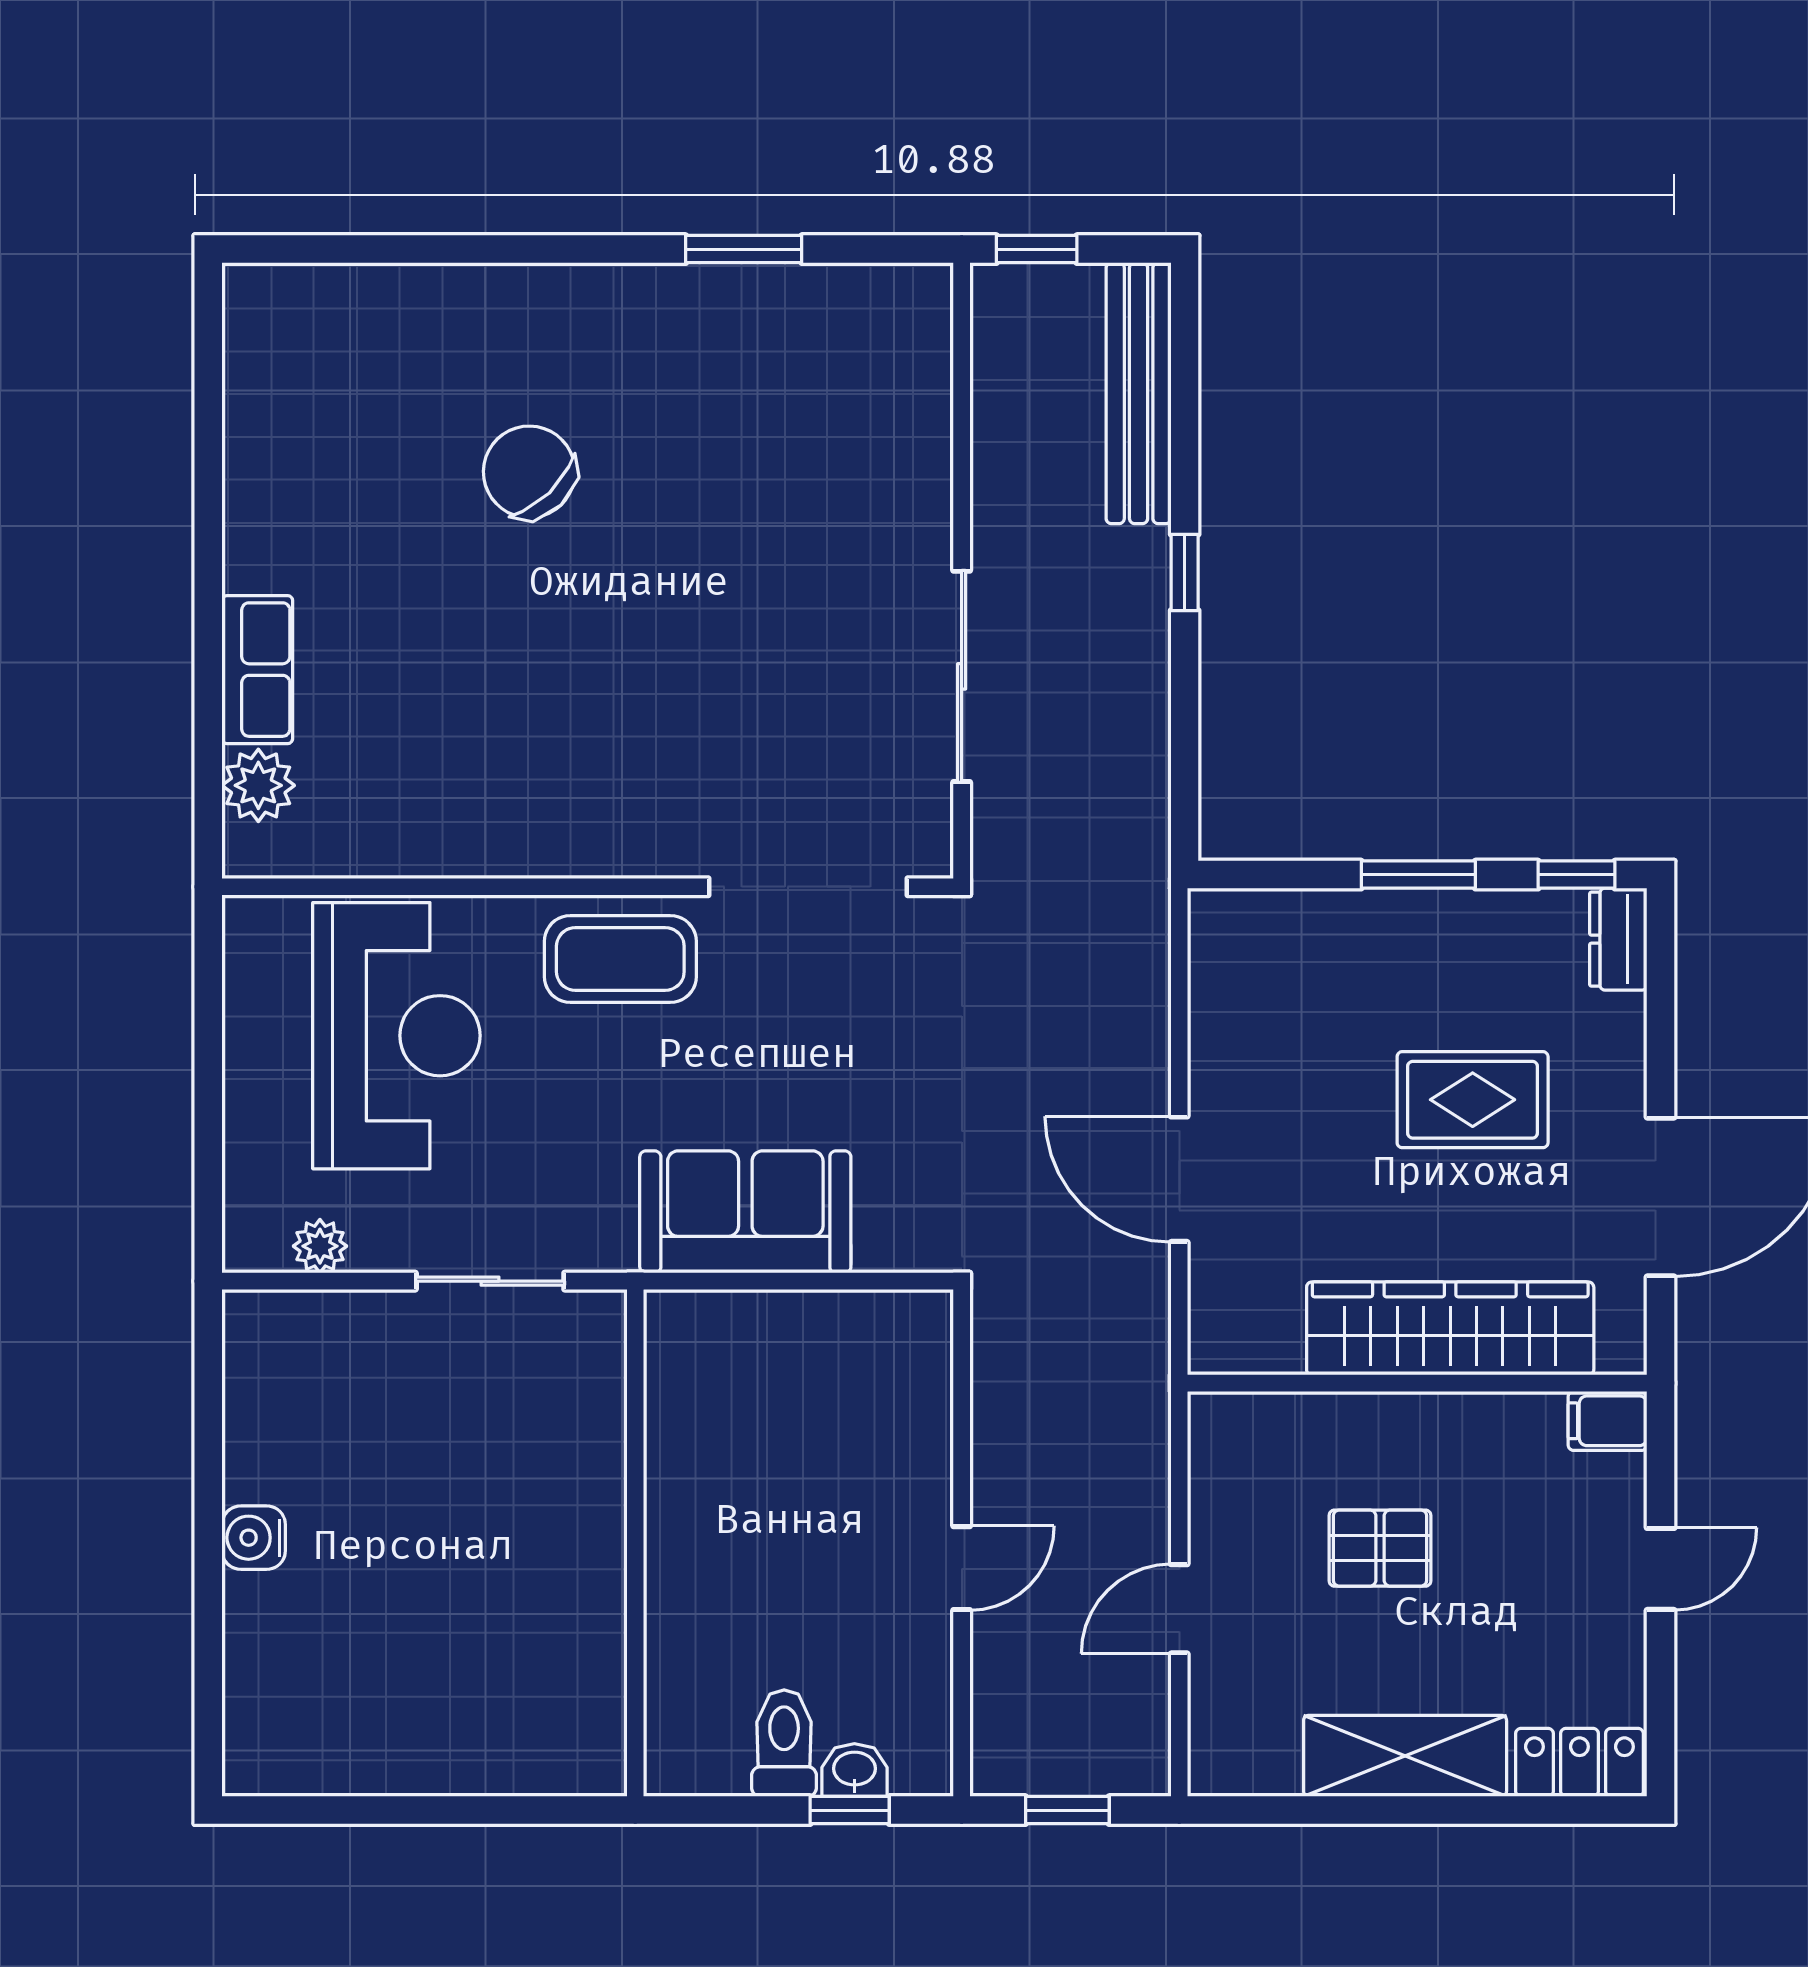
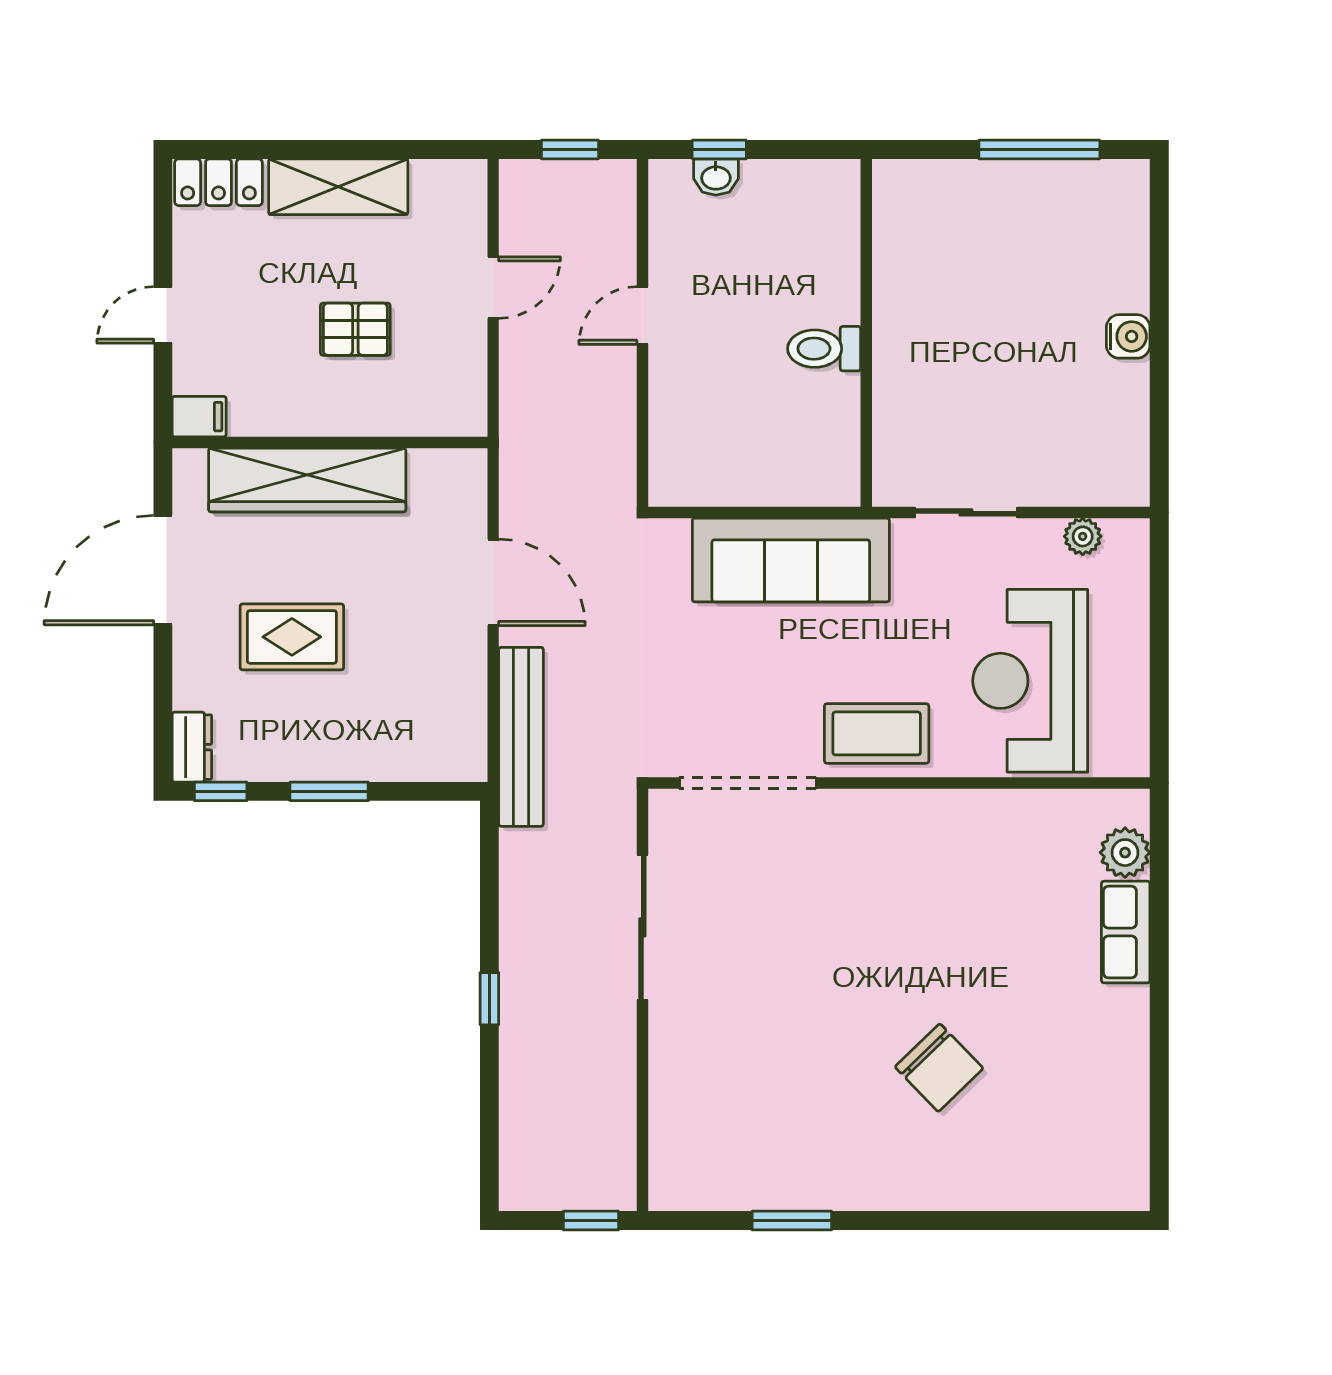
bench: (1139, 393) -> (521, 737), moved
sofa: (745, 1212) -> (791, 560), width x1.36
toilet: (784, 1743) -> (824, 349), moved, turned 90
window: (383, 1810) -> (1039, 149), added

